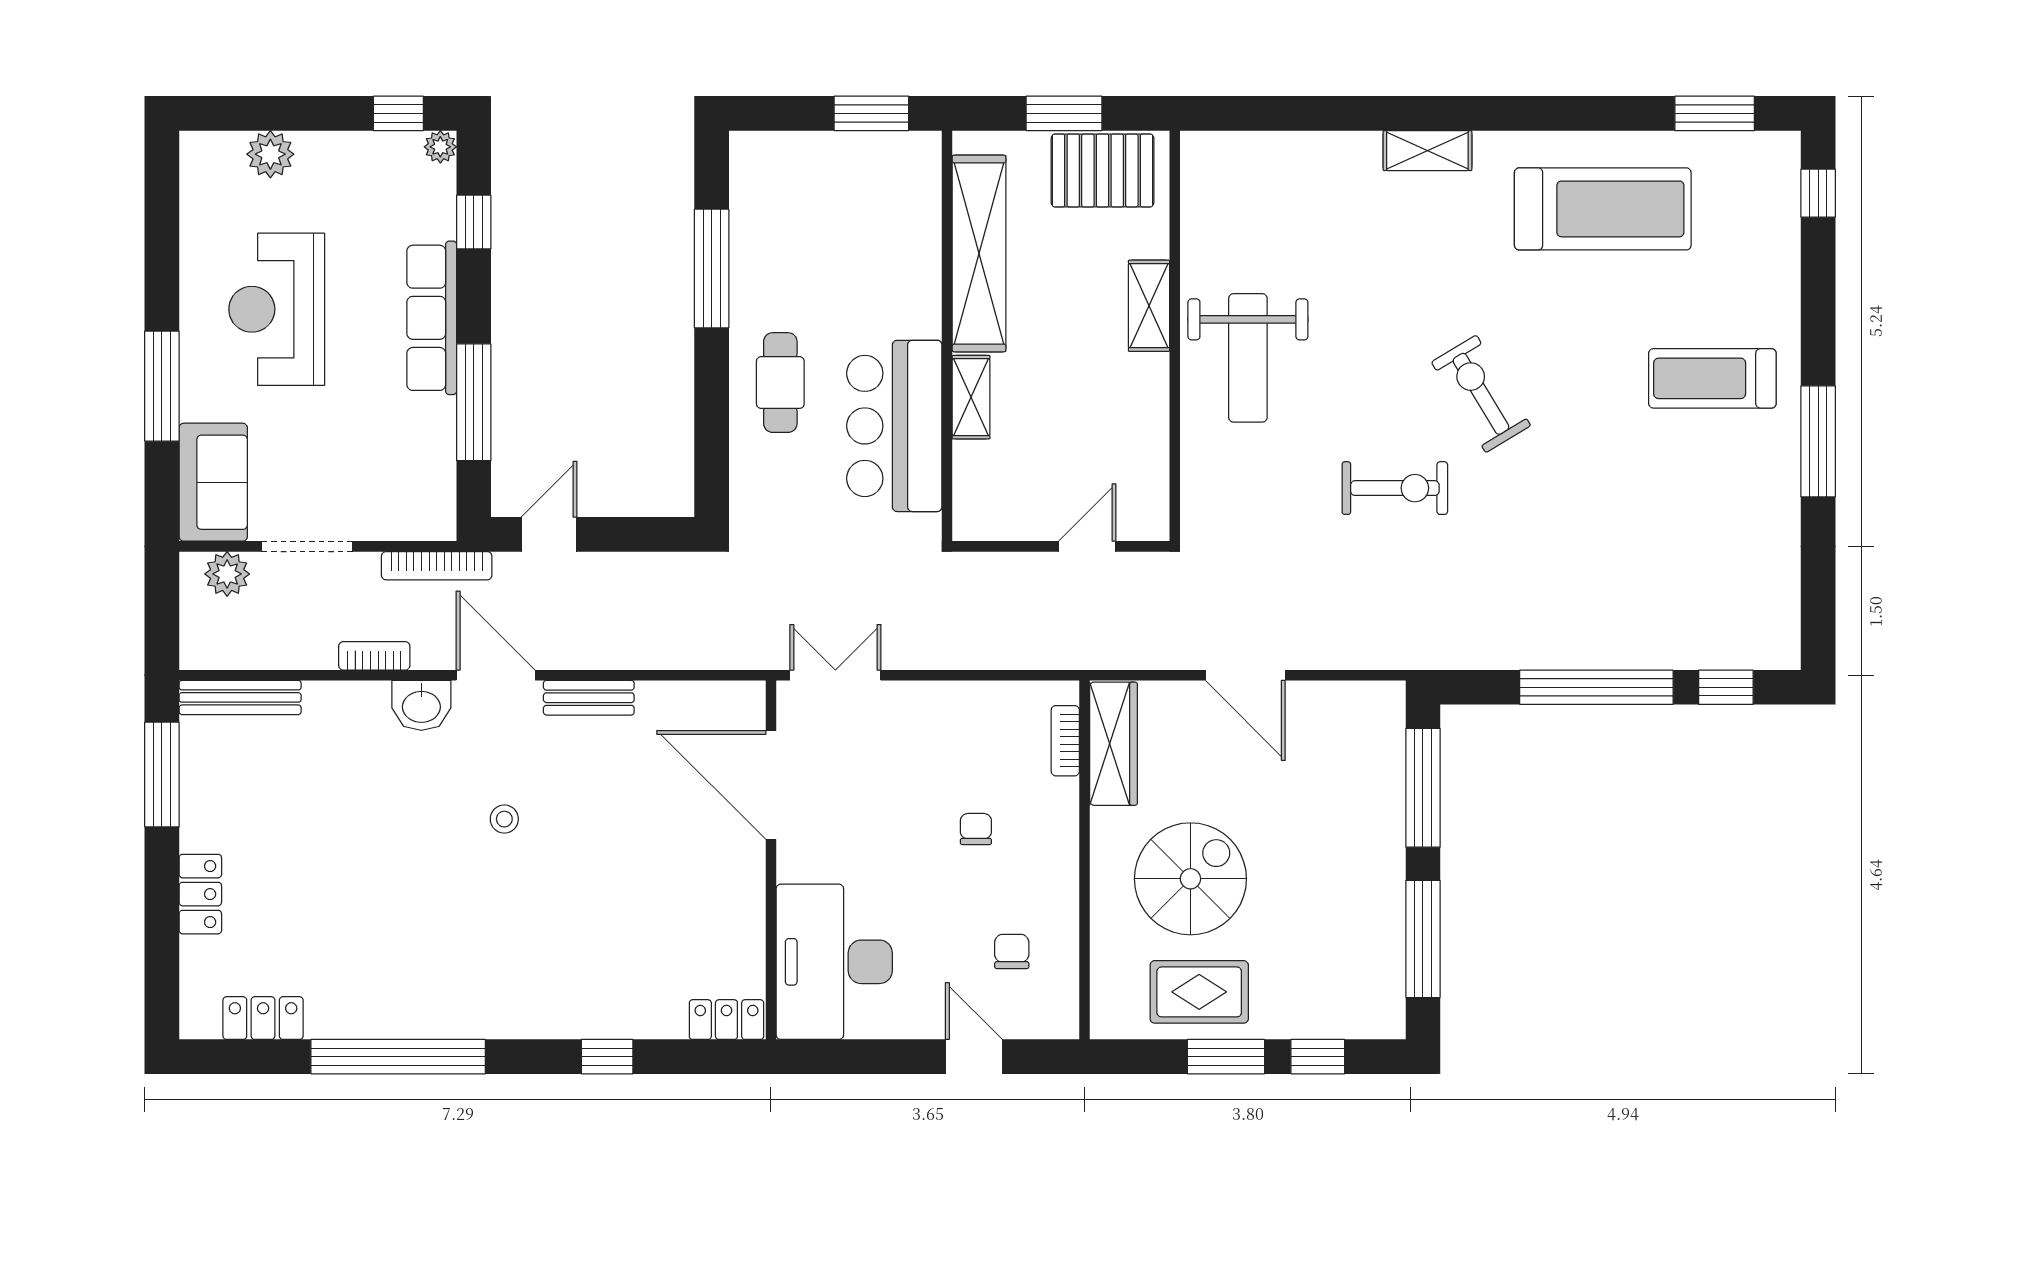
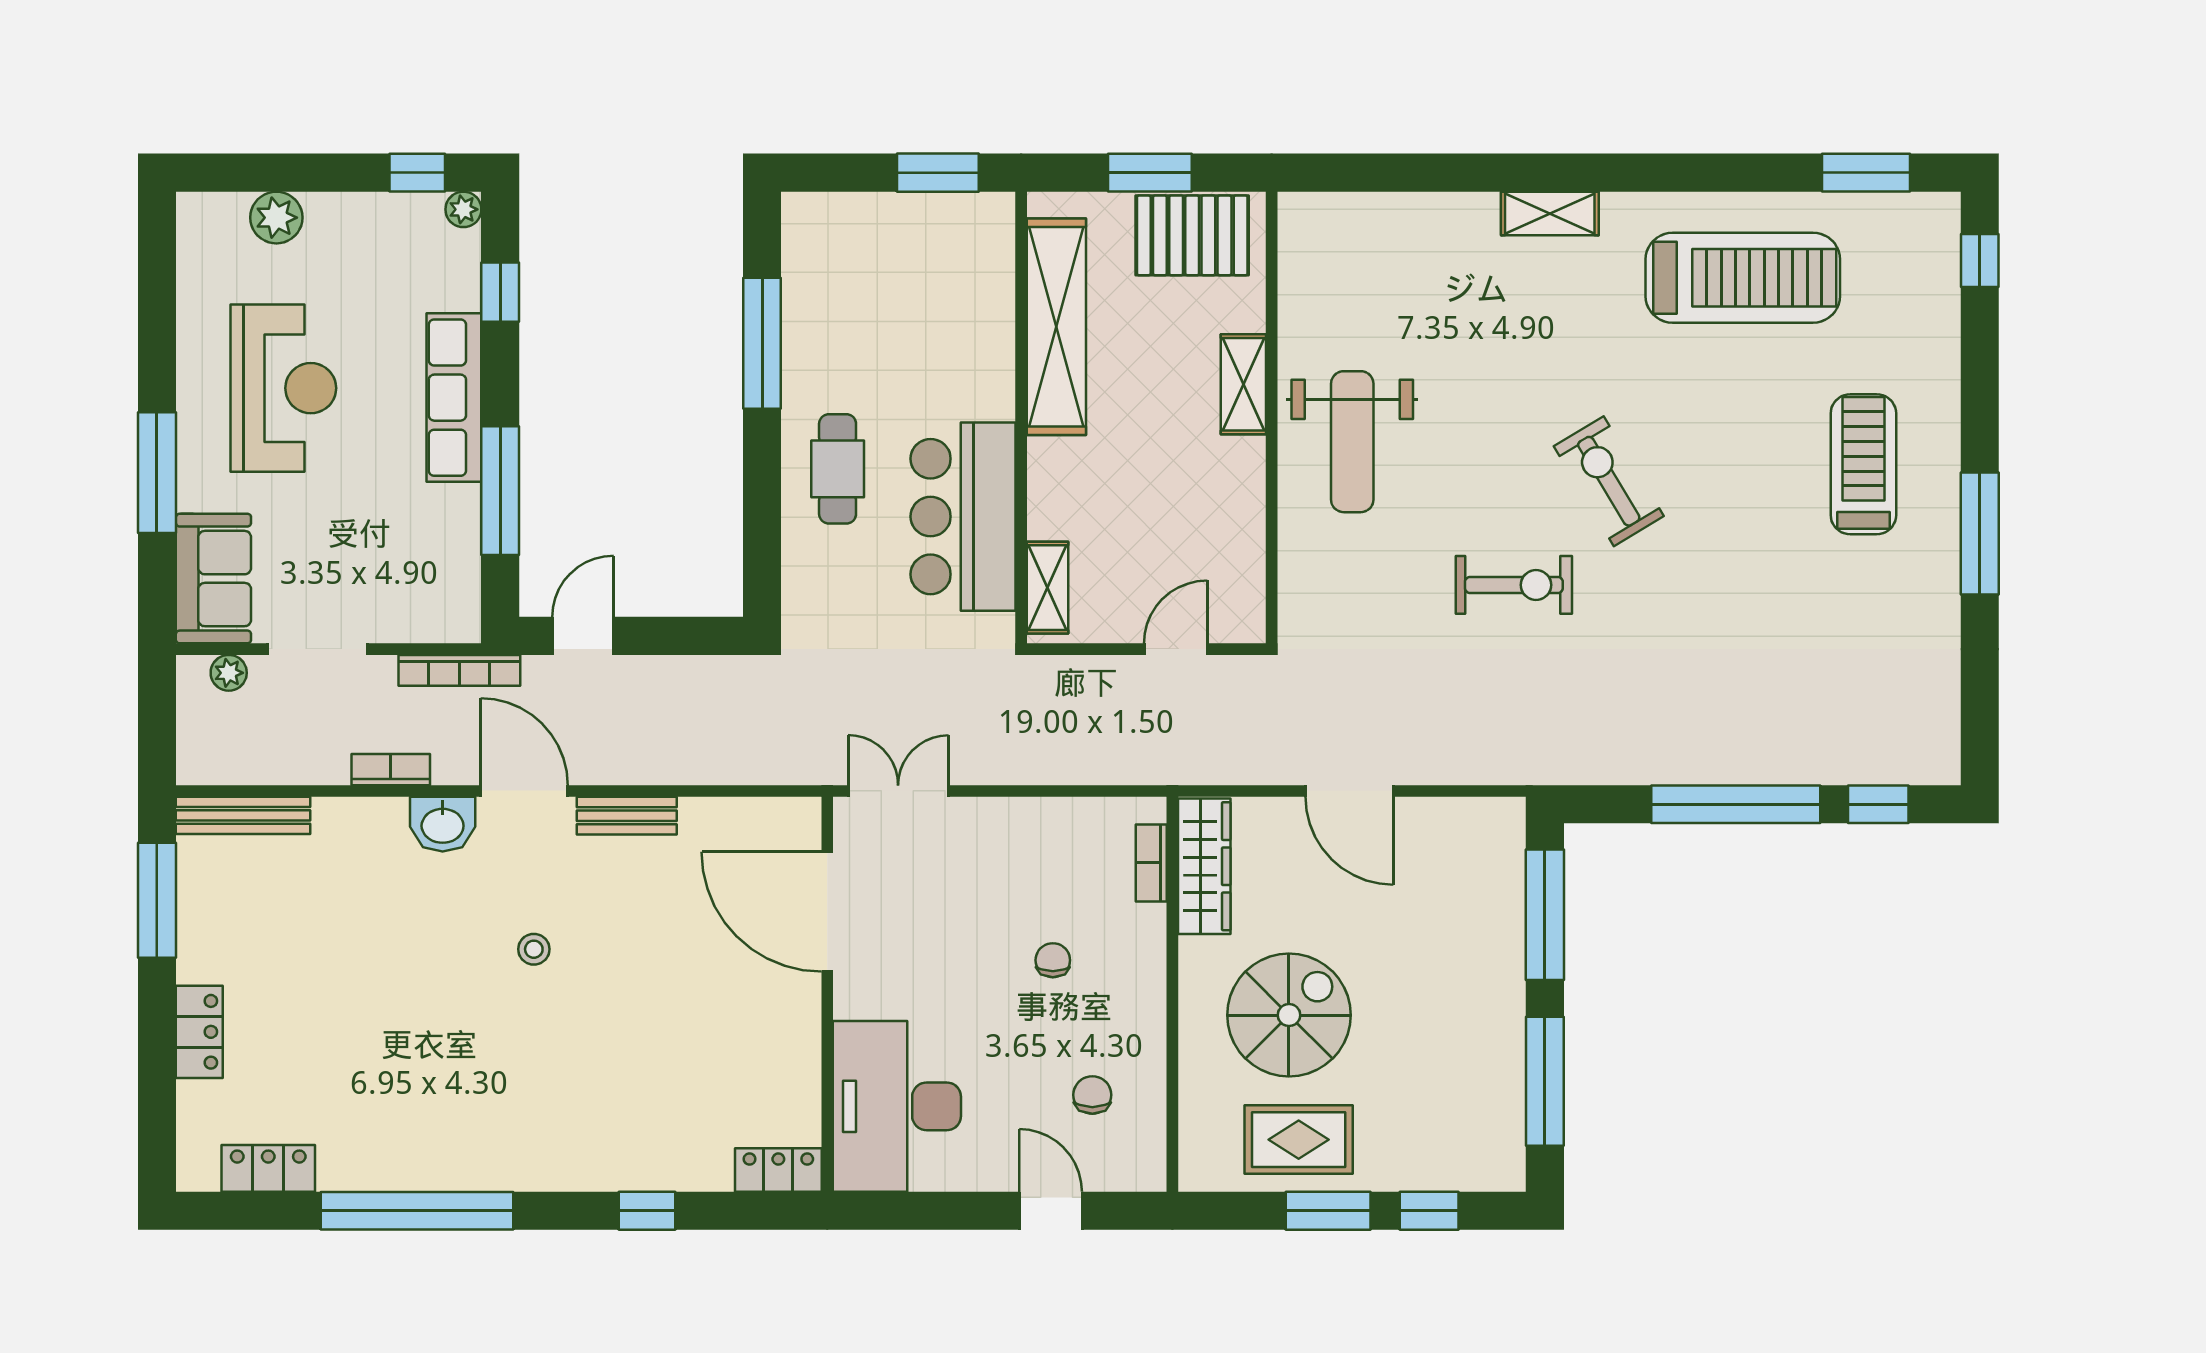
reception desk: (277, 309) -> (283, 388), turned 180
treadmill: (1712, 378) -> (1863, 464), turned 90
shelving: (971, 397) -> (1047, 588), moved
plant: (227, 574) -> (229, 673), width x0.73, depth x0.73

